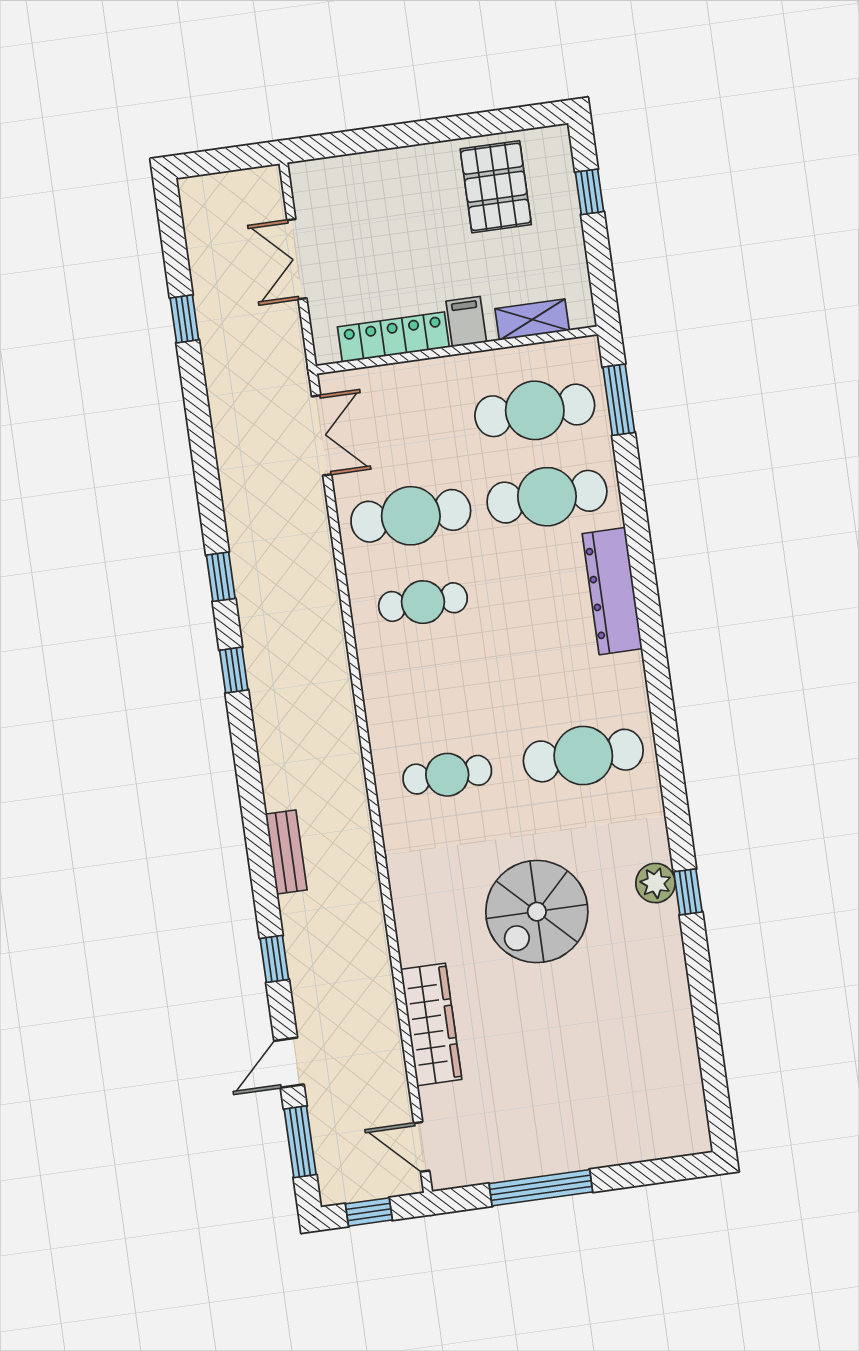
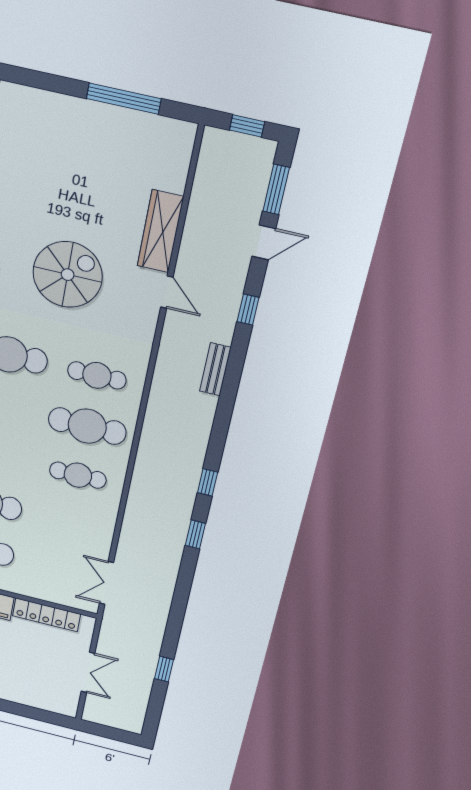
cafe table: (411, 516) -> (87, 426), moved
door: (422, 1147) -> (167, 292), moved

